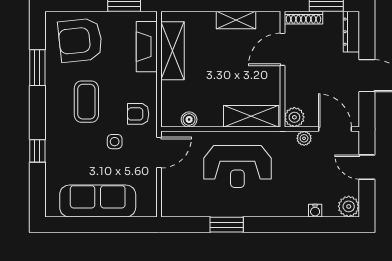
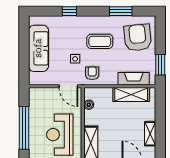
window: (227, 225) -> (24, 128), width x2.11

